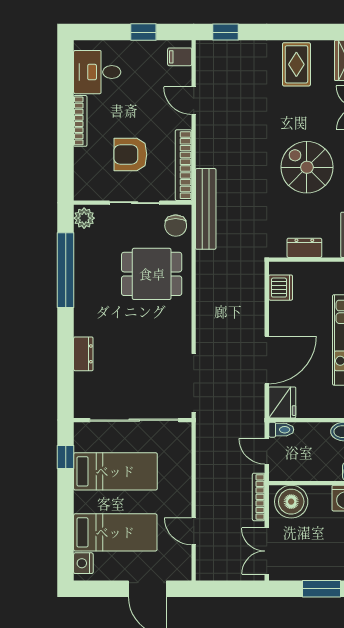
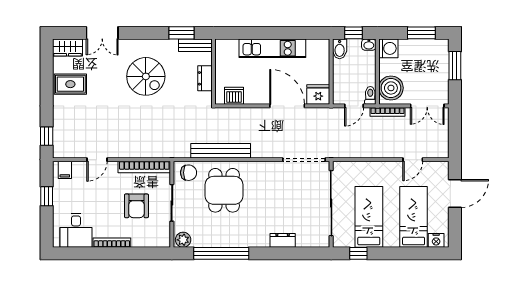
spiral stairs: (307, 167) -> (146, 76), turned -90
bench: (206, 209) -> (221, 151), moved
toilet: (281, 430) -> (370, 95), moved

